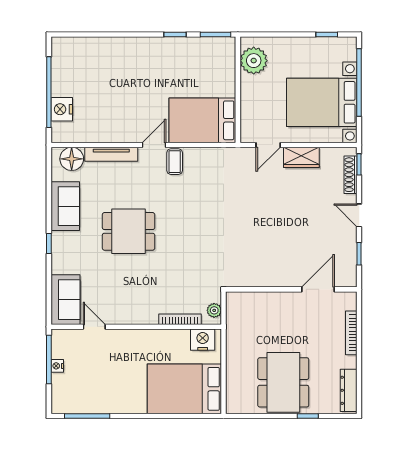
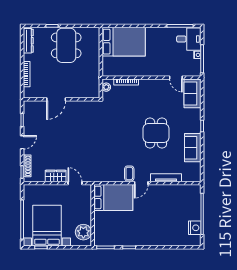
bed with nightstands: (322, 102) -> (47, 226), moved, turned -90
nightstand: (62, 109) -> (195, 228), moved
door: (268, 145) -> (75, 183), hinge flipped
floor lamp: (72, 159) -> (189, 175), removed
door: (359, 215) -> (22, 142), hinge flipped
dining table: (129, 231) -> (156, 133), turned 90
door: (318, 289) -> (56, 99), moved
nightstand: (203, 340) -> (113, 70), removed
desk: (72, 393) -> (189, 39), added

